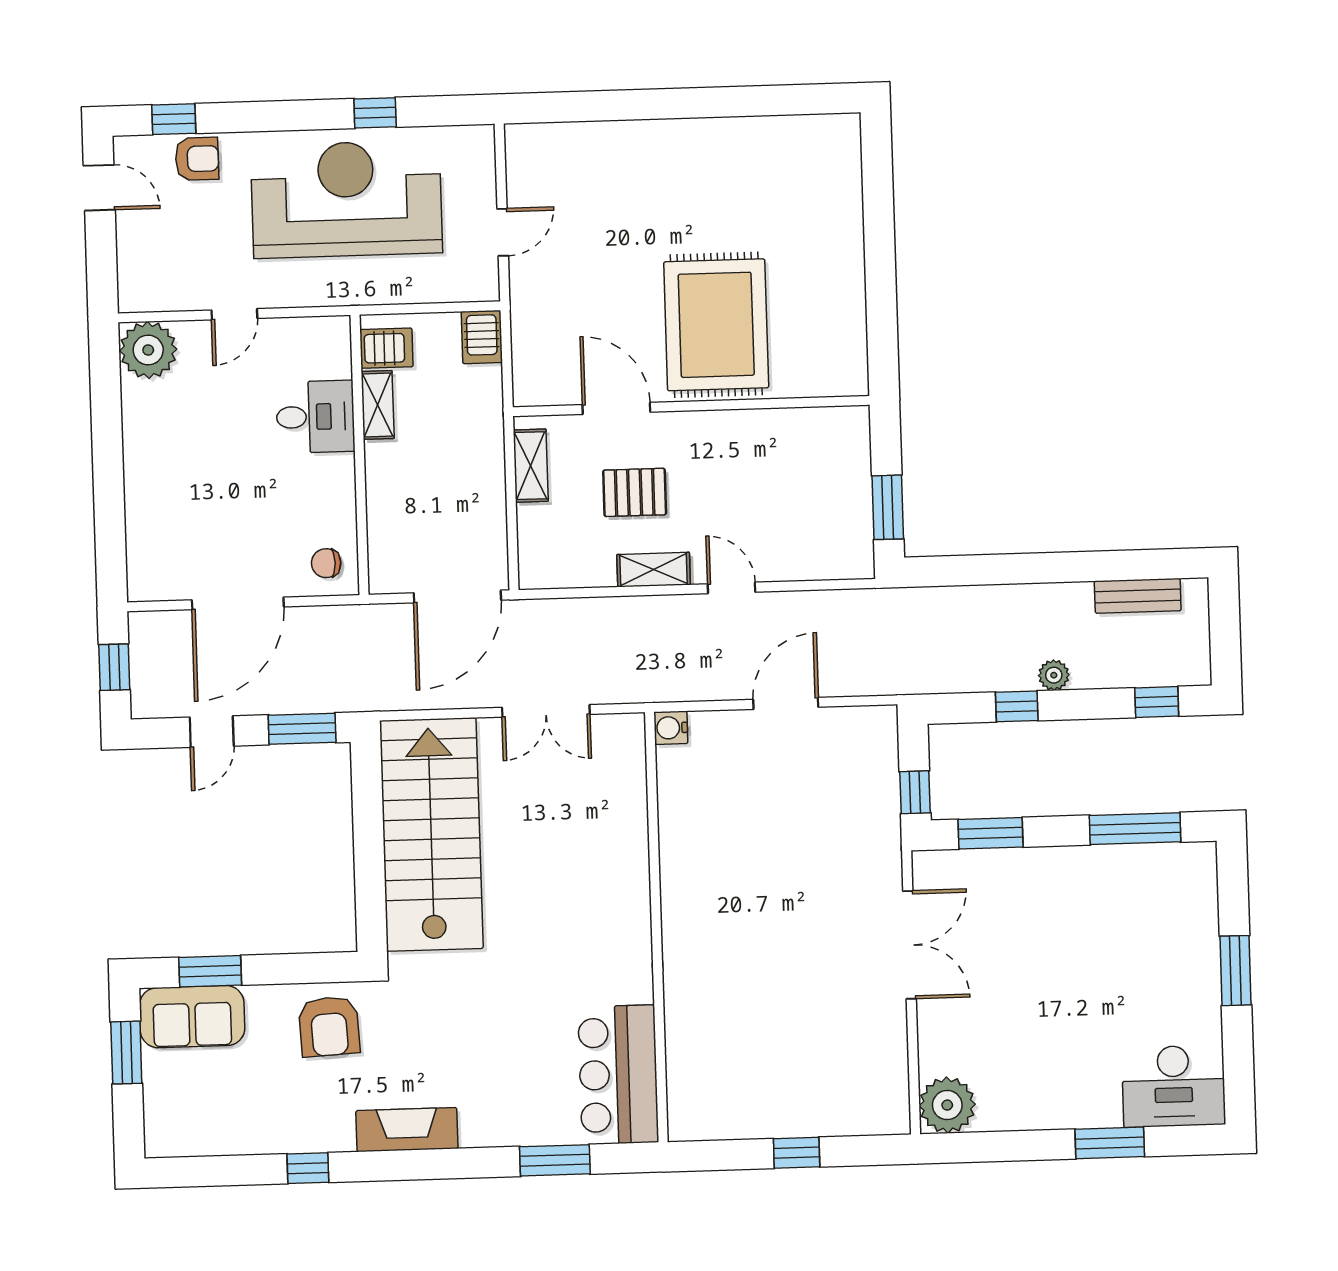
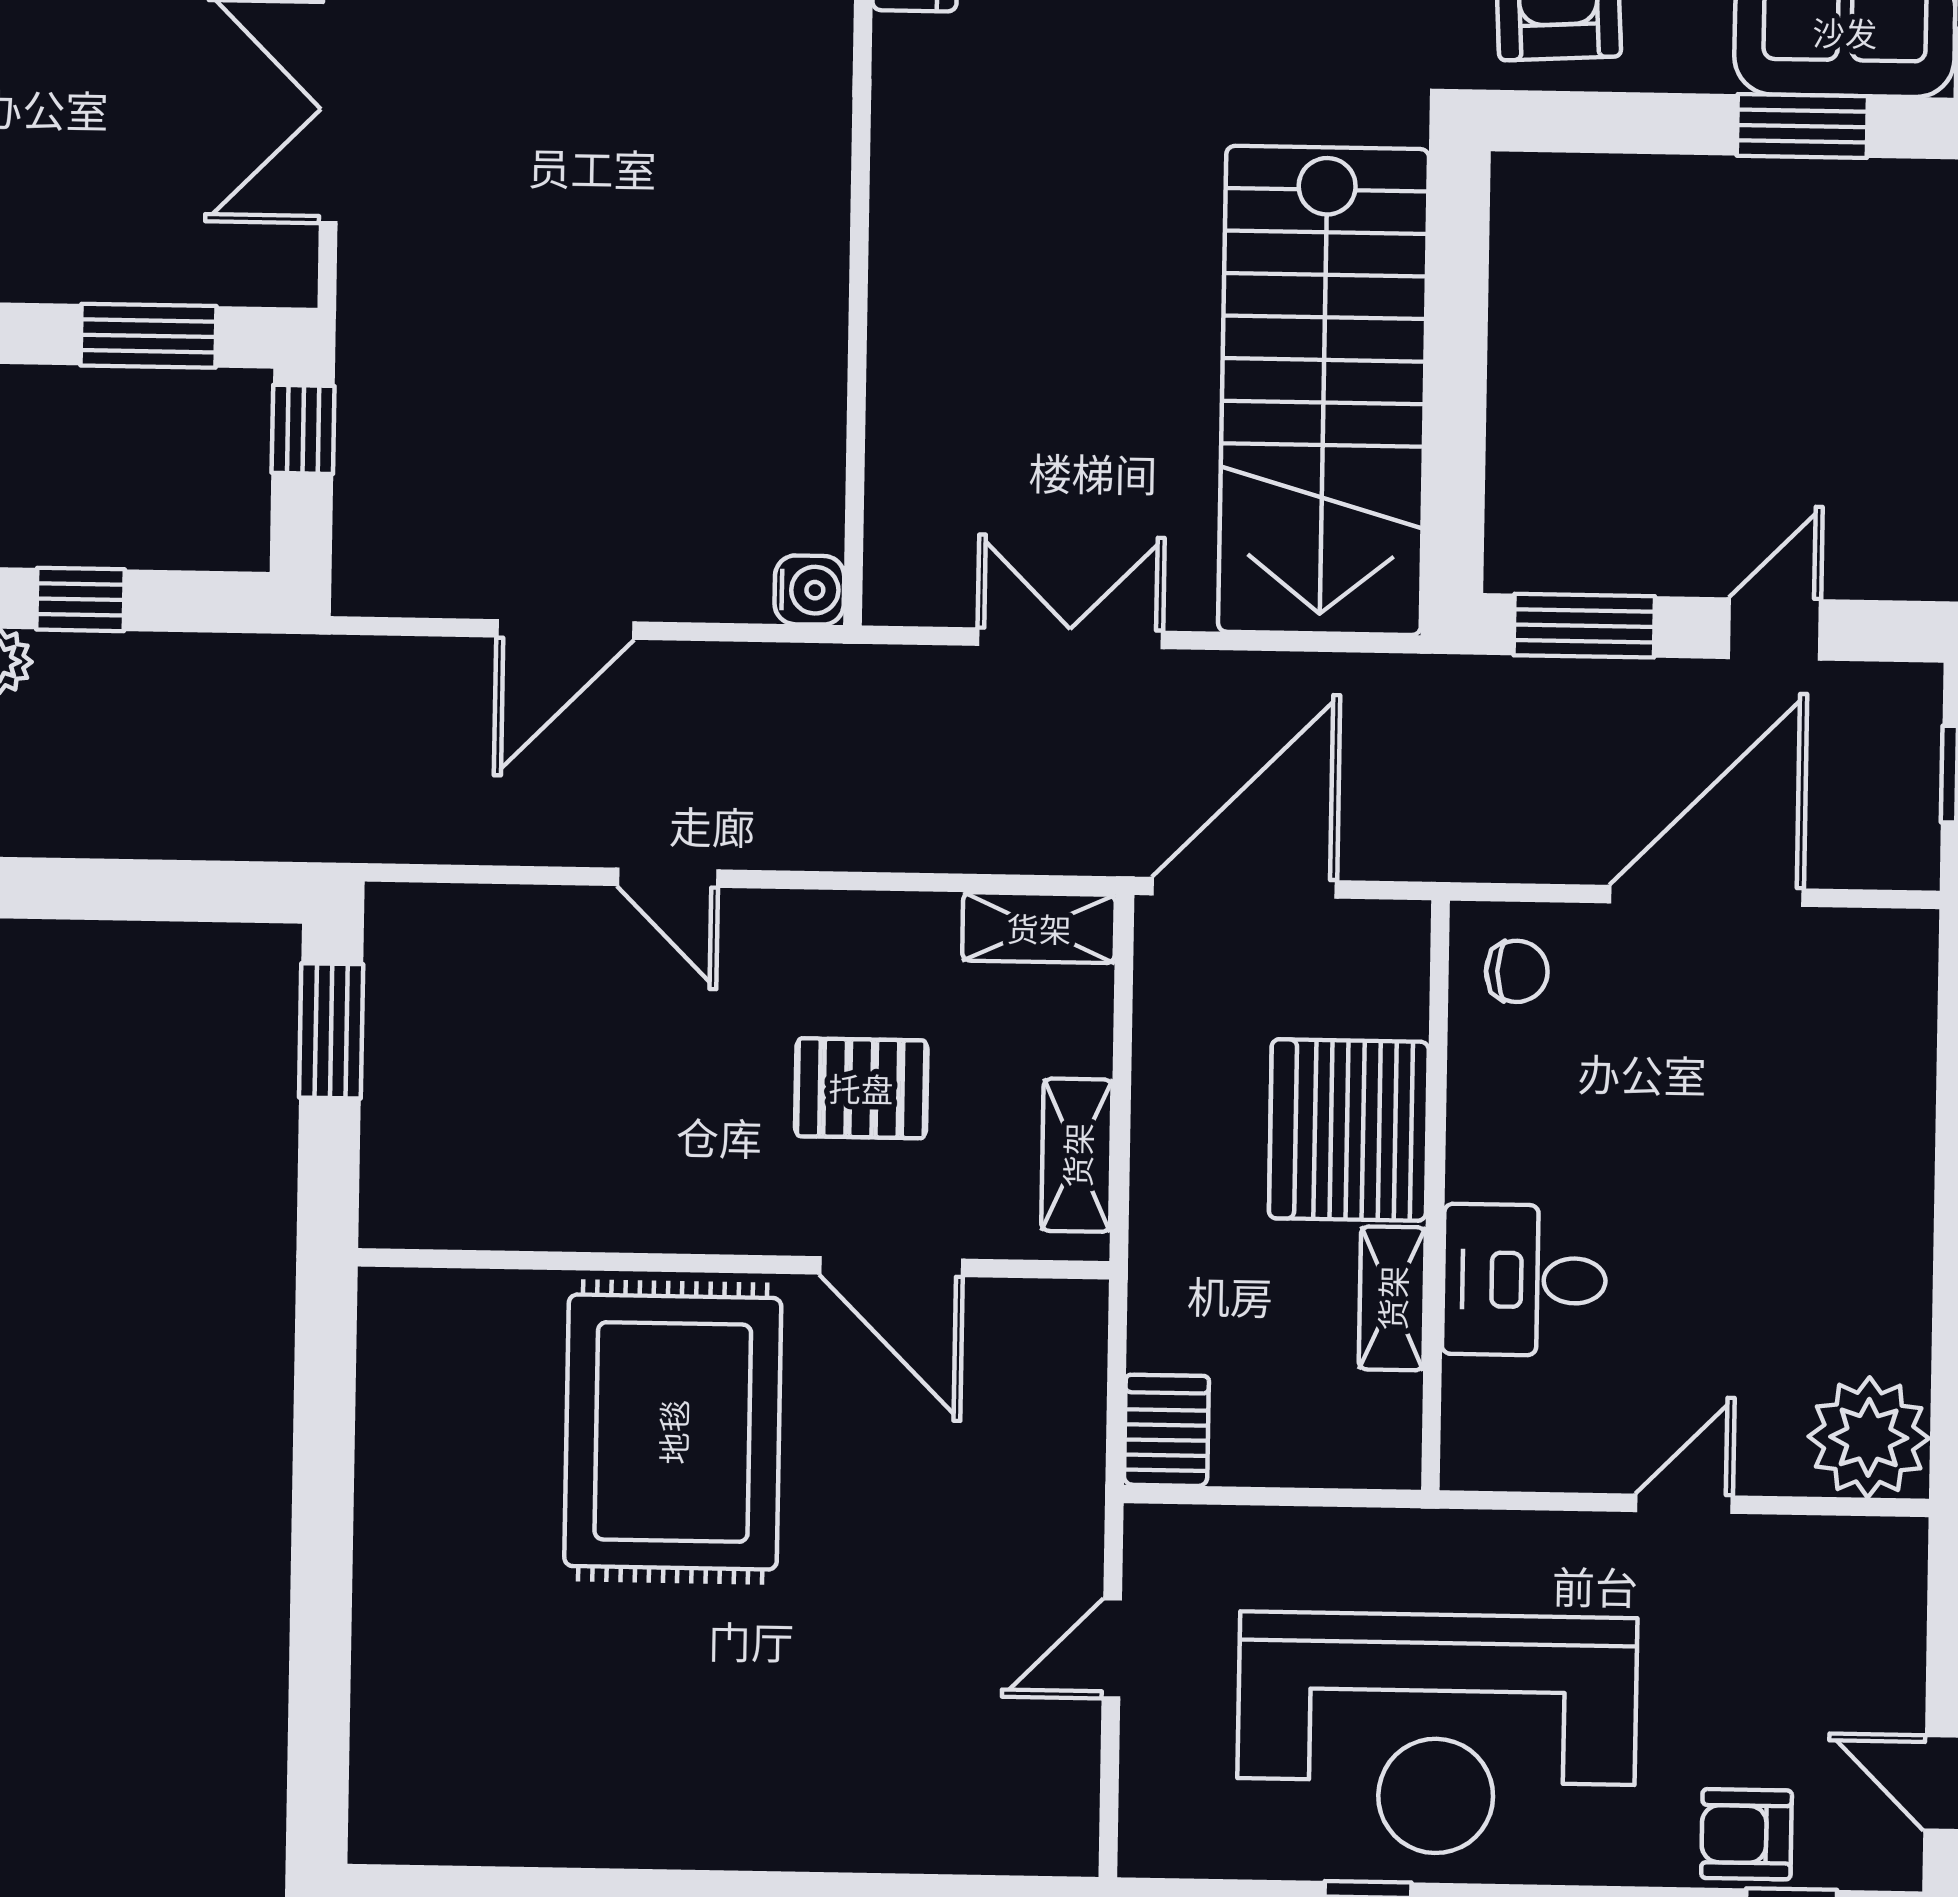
server rack: (386, 348) -> (1349, 1130), moved, width x2.18, depth x1.44
shelving: (654, 570) -> (1039, 928), moved

